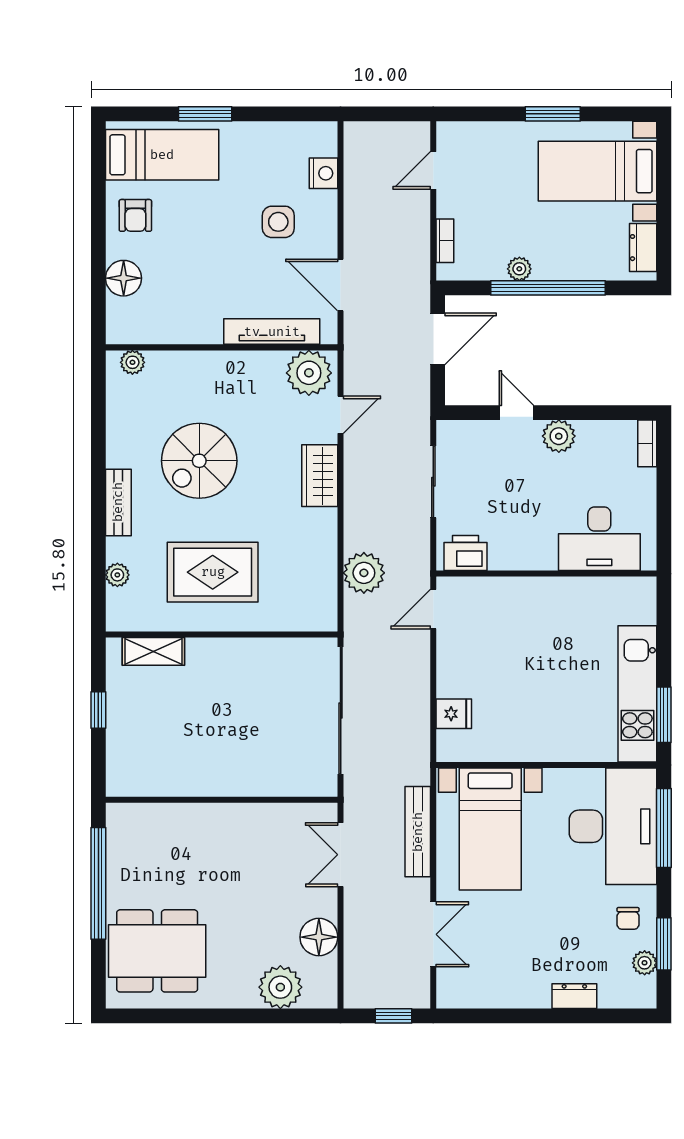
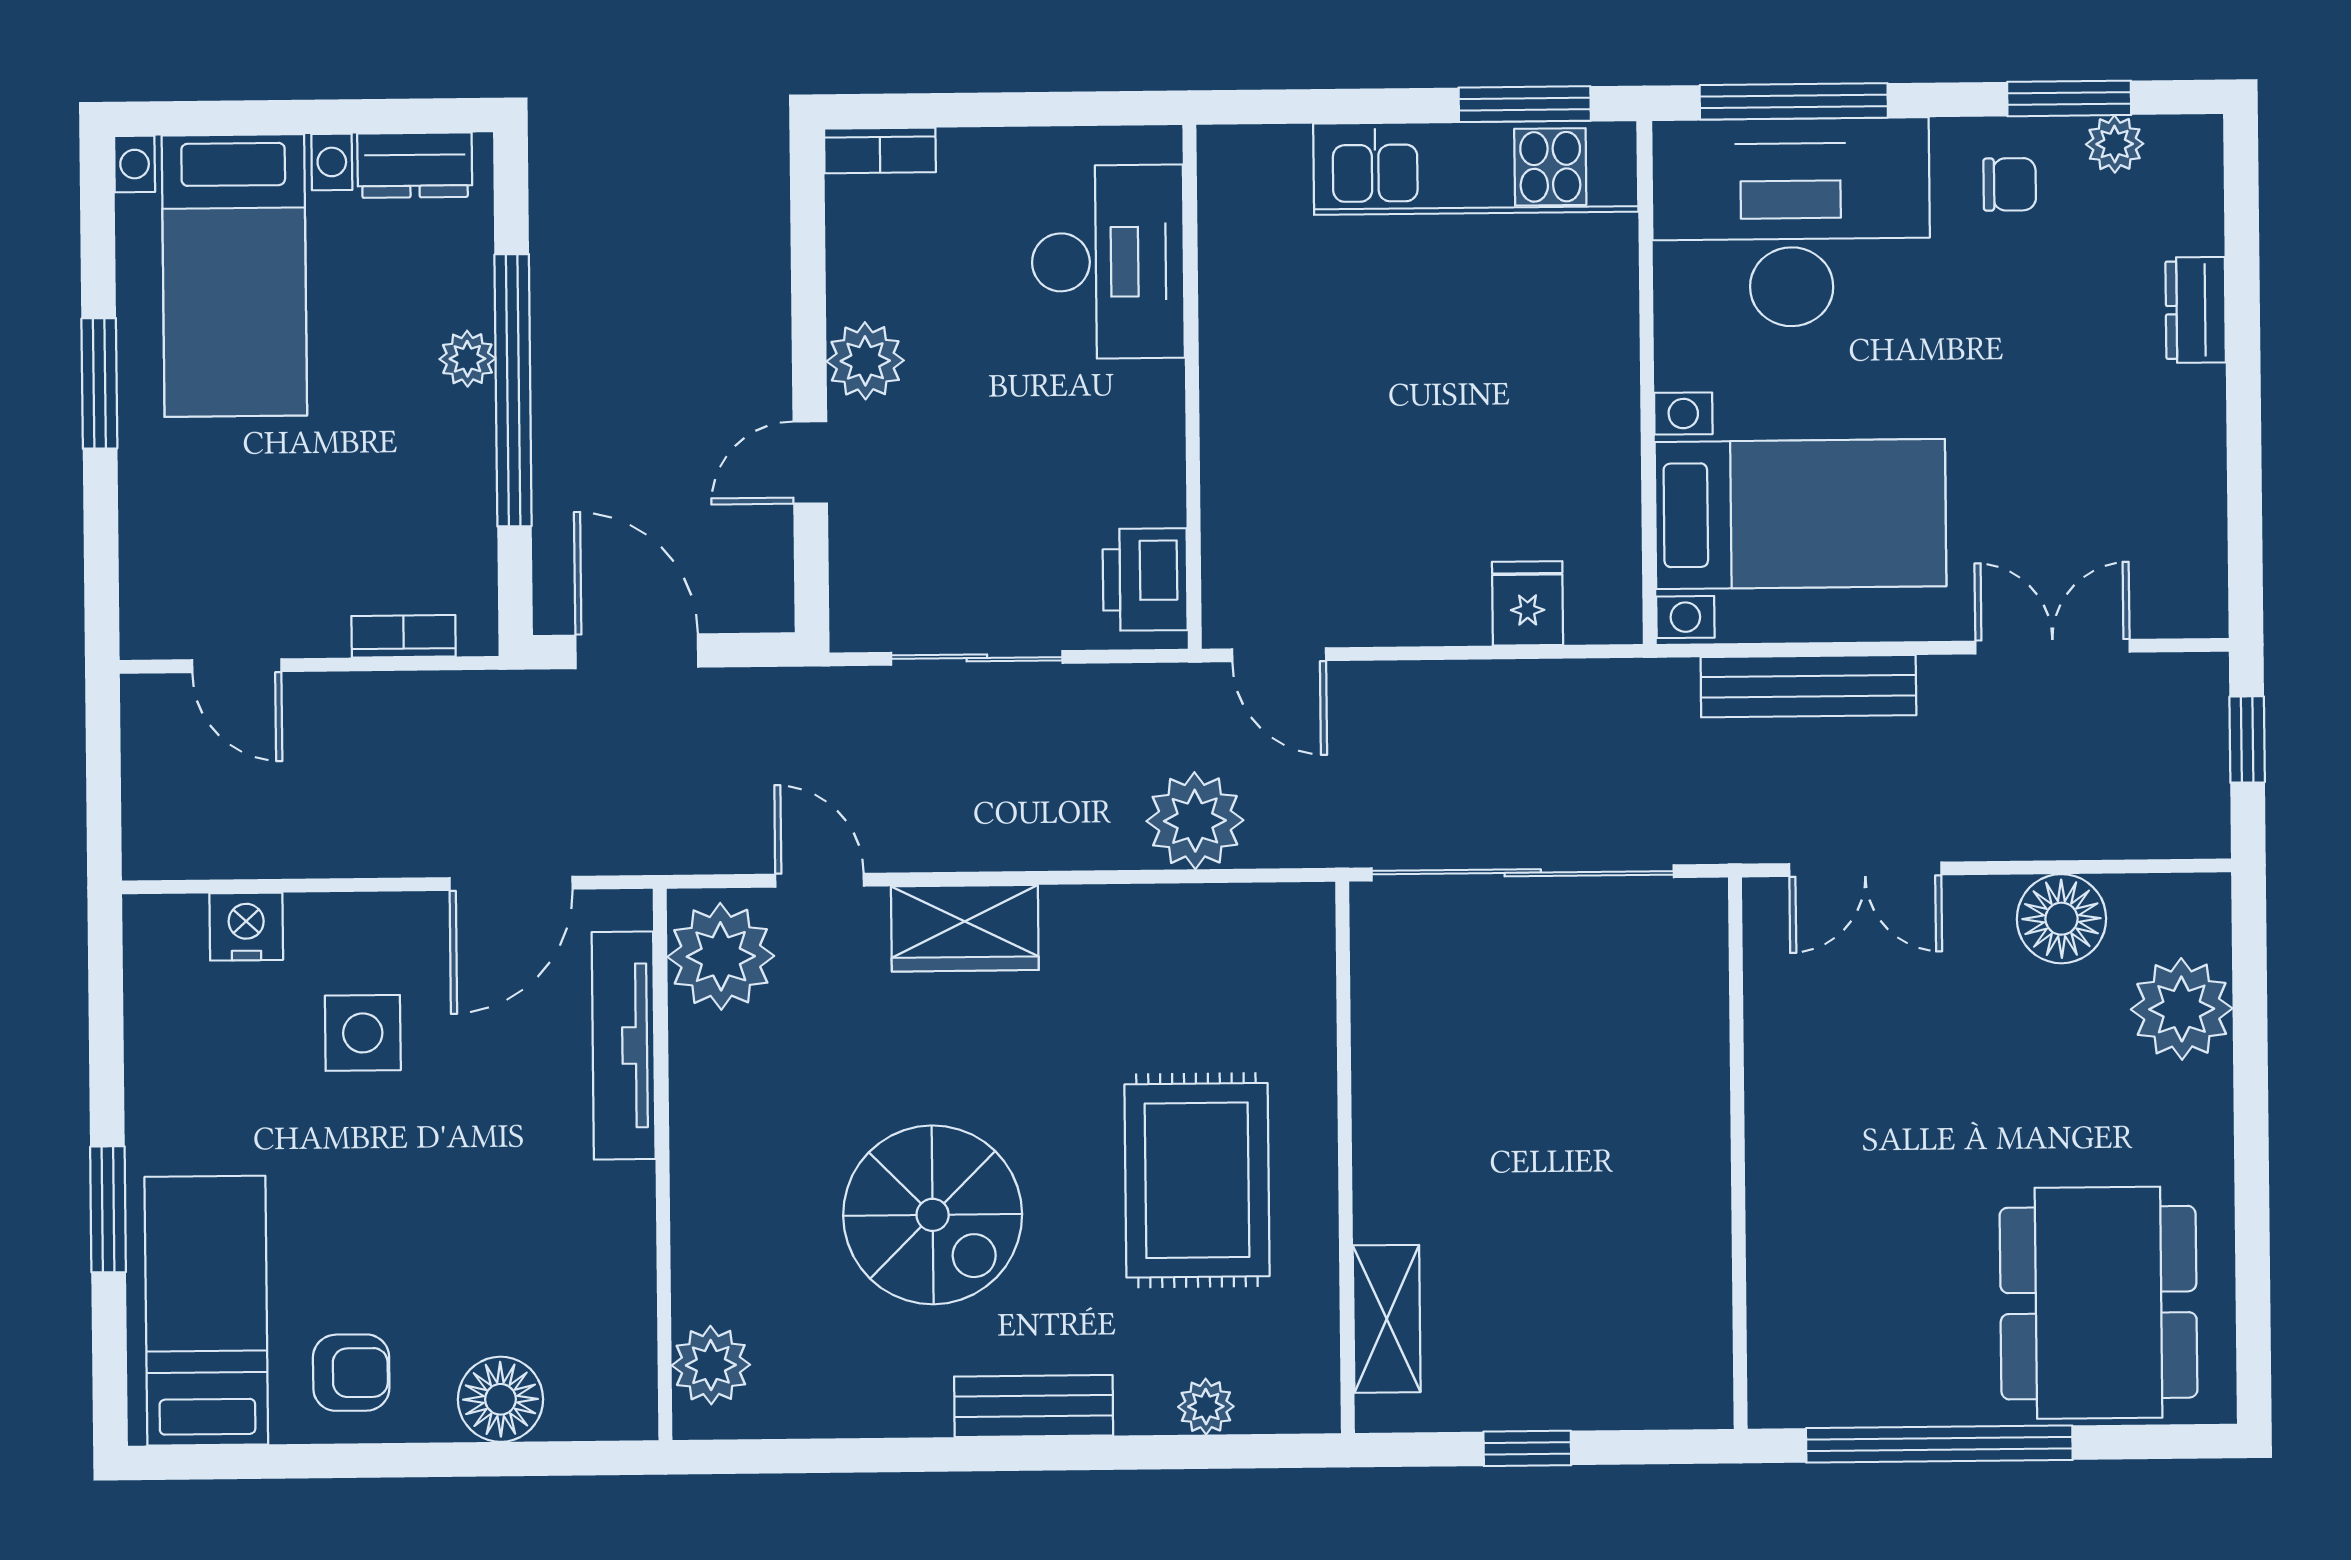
plant: (519, 269) -> (467, 359), moved
plant: (132, 362) -> (711, 1365), width x1.38, depth x1.38

